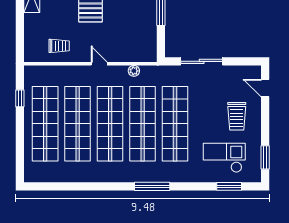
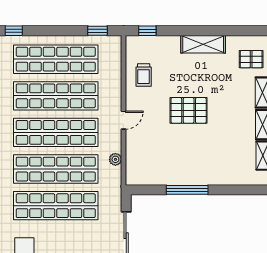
window: (20, 42) -> (147, 31), added
window: (20, 98) -> (97, 31), moved
window: (20, 161) -> (14, 31), added

